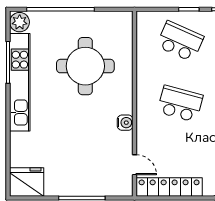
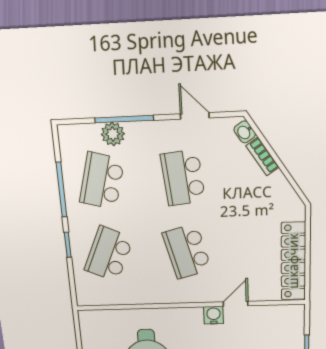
school desk: (180, 104) -> (187, 251), turned -30
door: (134, 165) -> (236, 304), moved

